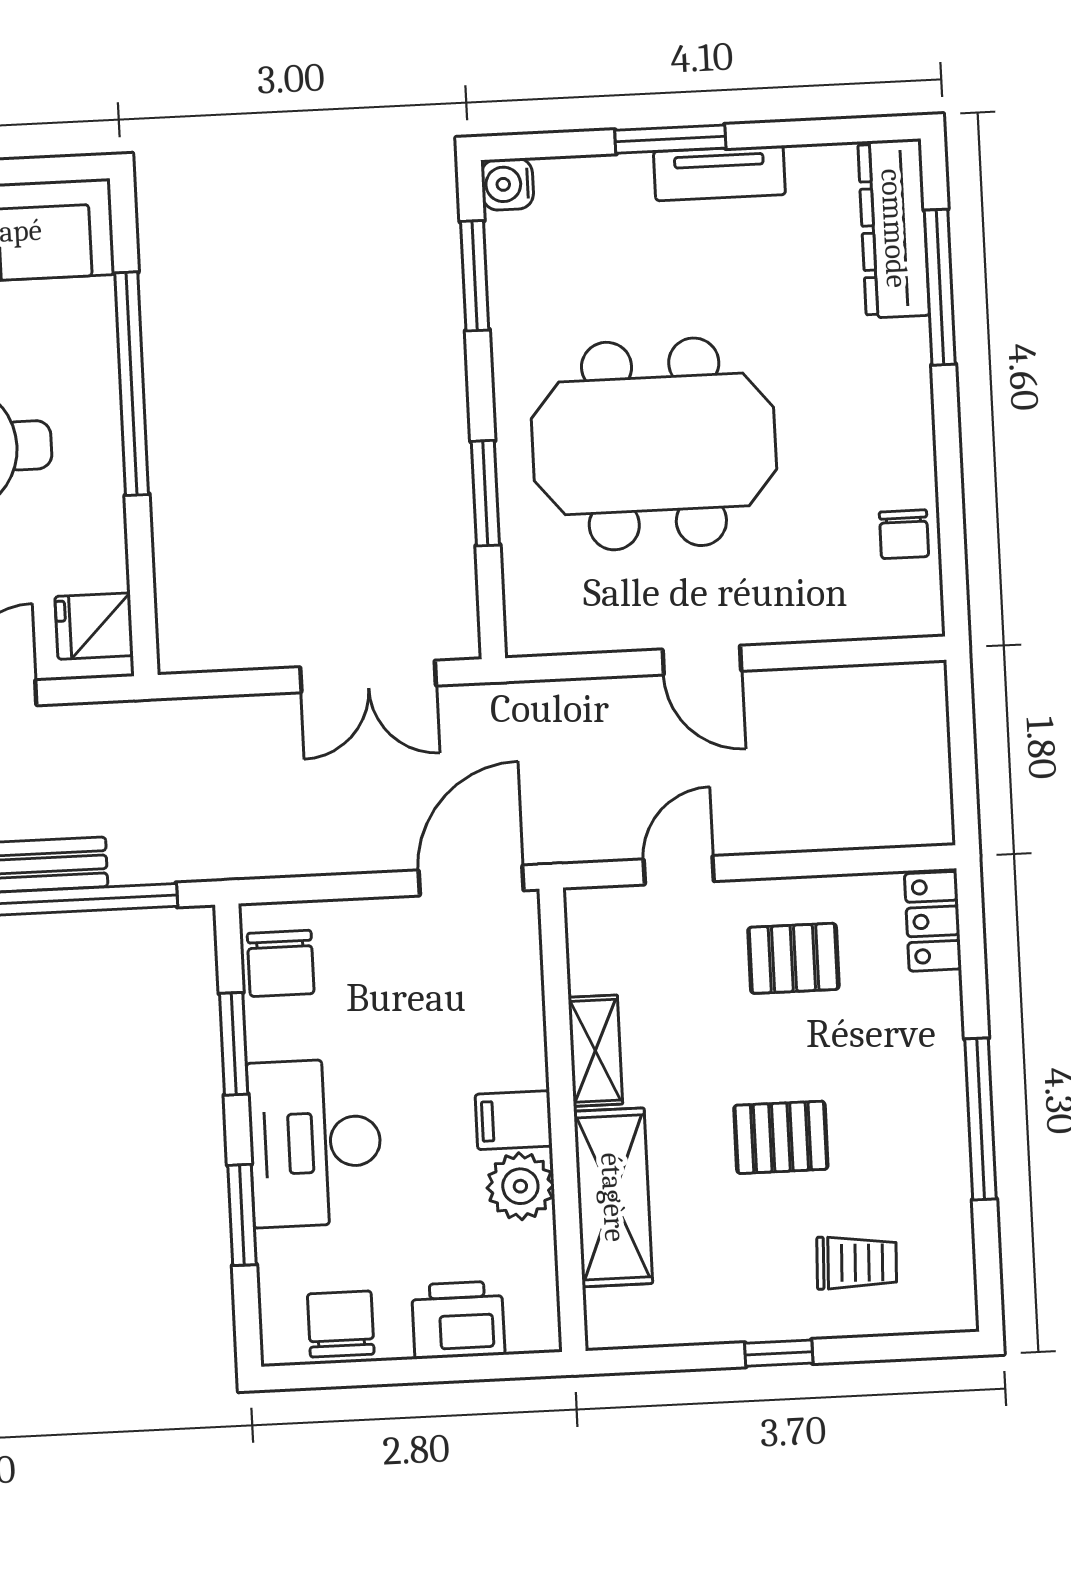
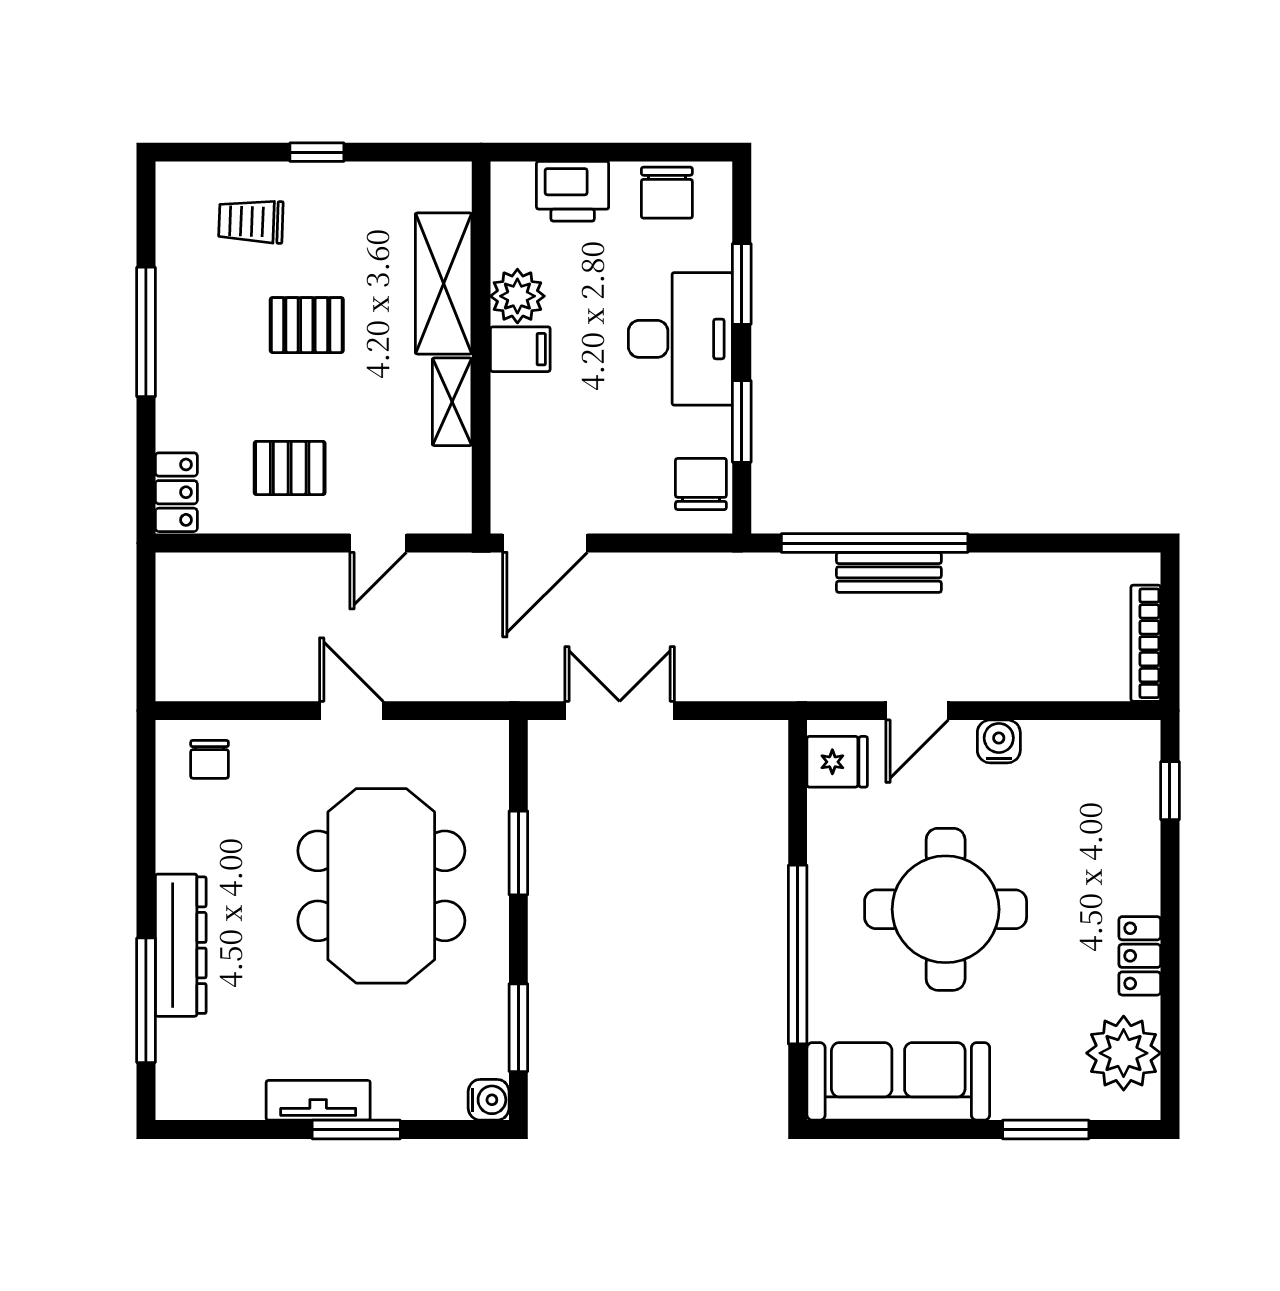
dresser: (894, 228) -> (181, 945), moved
meeting table: (654, 444) -> (381, 886), turned 90
chair: (904, 534) -> (210, 759), moved, turned 180

